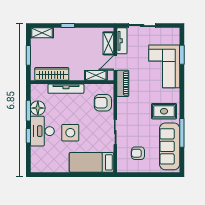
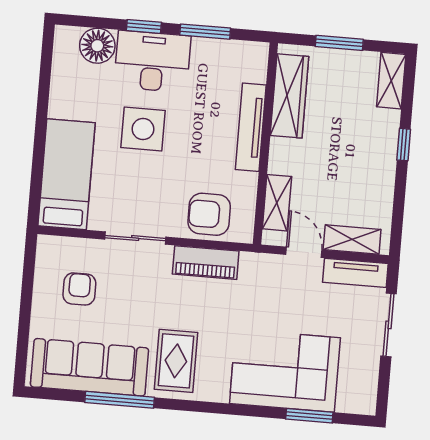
piano: (123, 83) -> (206, 263), moved
armchair: (103, 103) -> (209, 214), turned -90
floor lamp: (38, 108) -> (97, 46), moved

